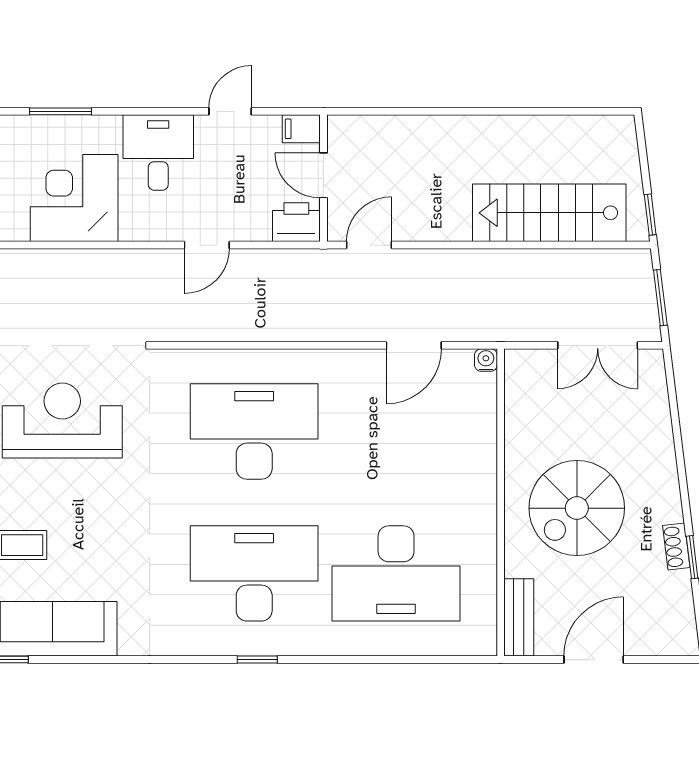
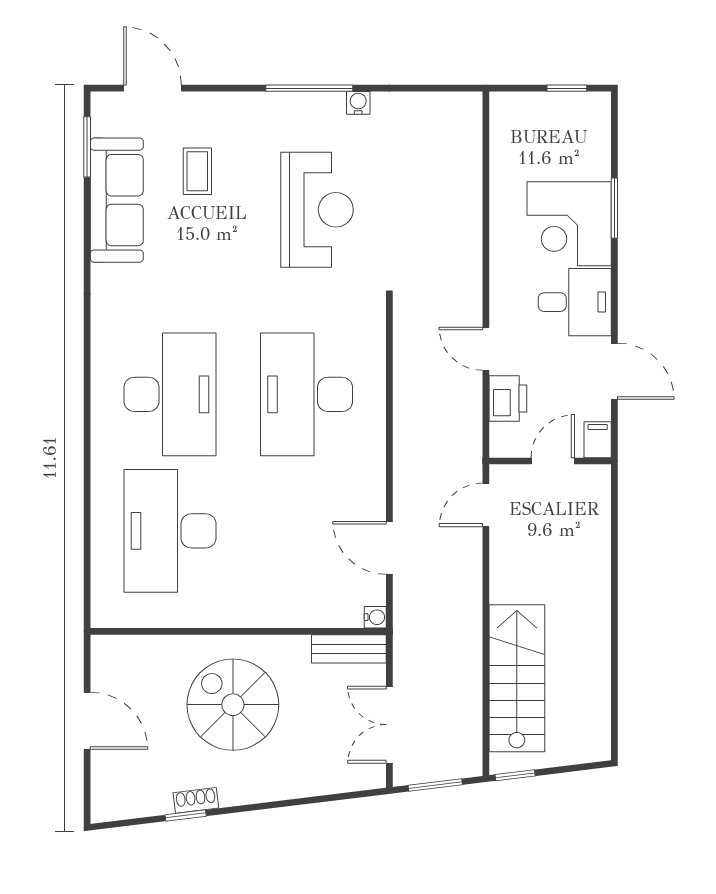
door: (230, 111) -> (614, 371), width x1.38
corner desk: (74, 198) -> (569, 224), moved, turned 180
printer: (296, 222) -> (508, 399), moved
door: (369, 245) -> (486, 505), swing flipped
desk: (254, 432) -> (306, 394), turned 180
bench: (519, 617) -> (349, 649), moved
window: (257, 660) -> (87, 397), removed

